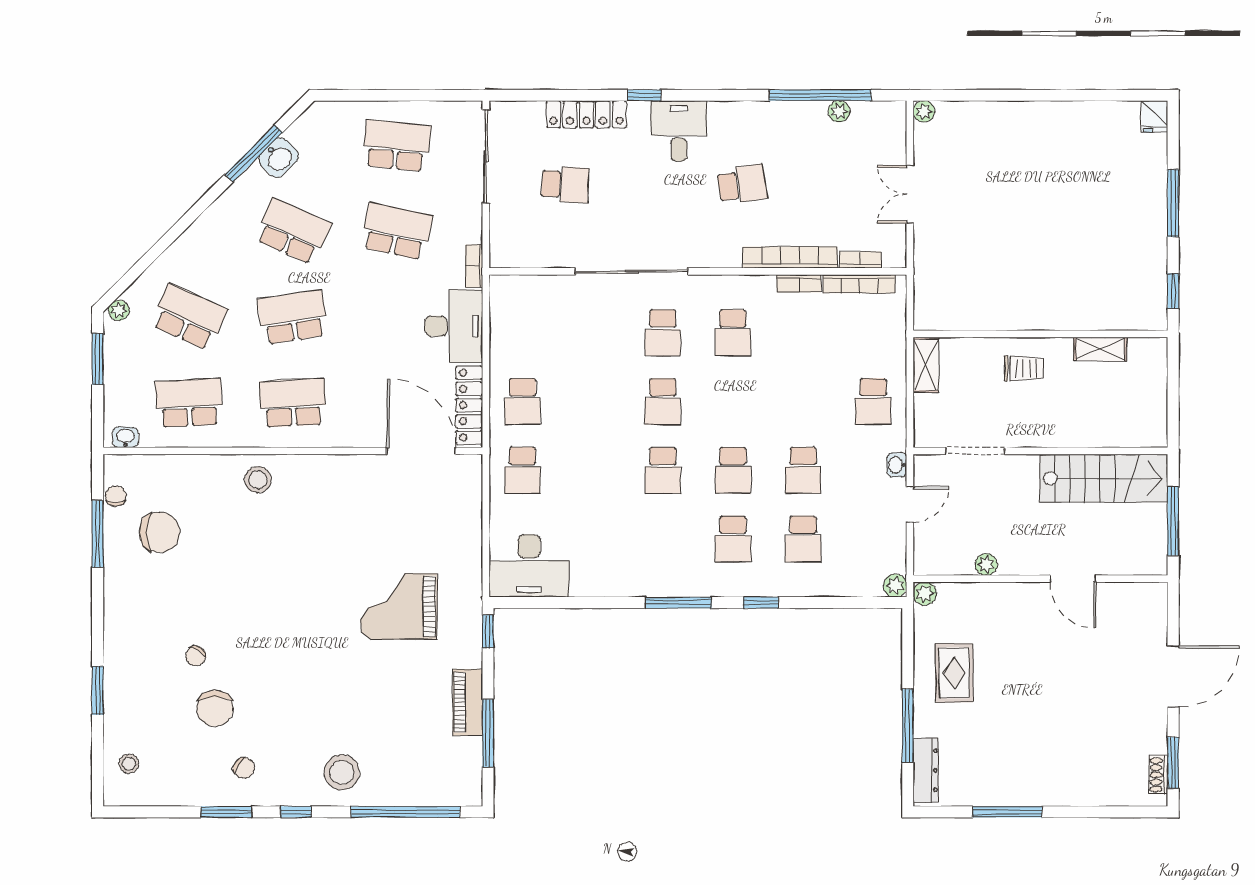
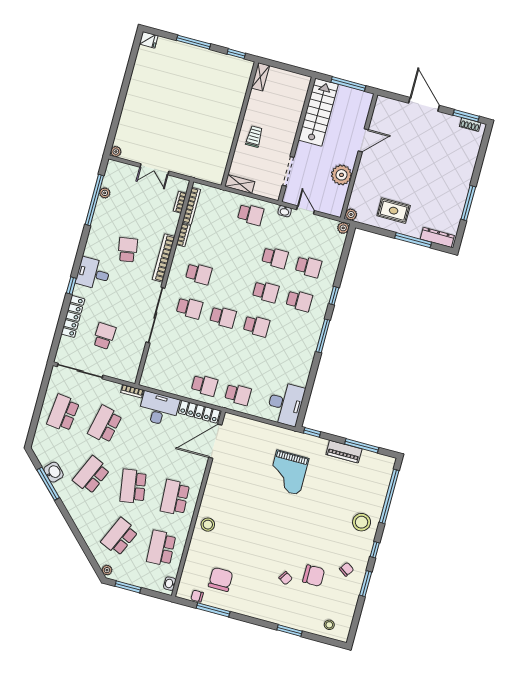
bookcase: (790, 257) -> (164, 258), moved
shelving: (1100, 349) -> (260, 77), moved
plant: (986, 564) -> (341, 175), width x1.88, depth x1.88

